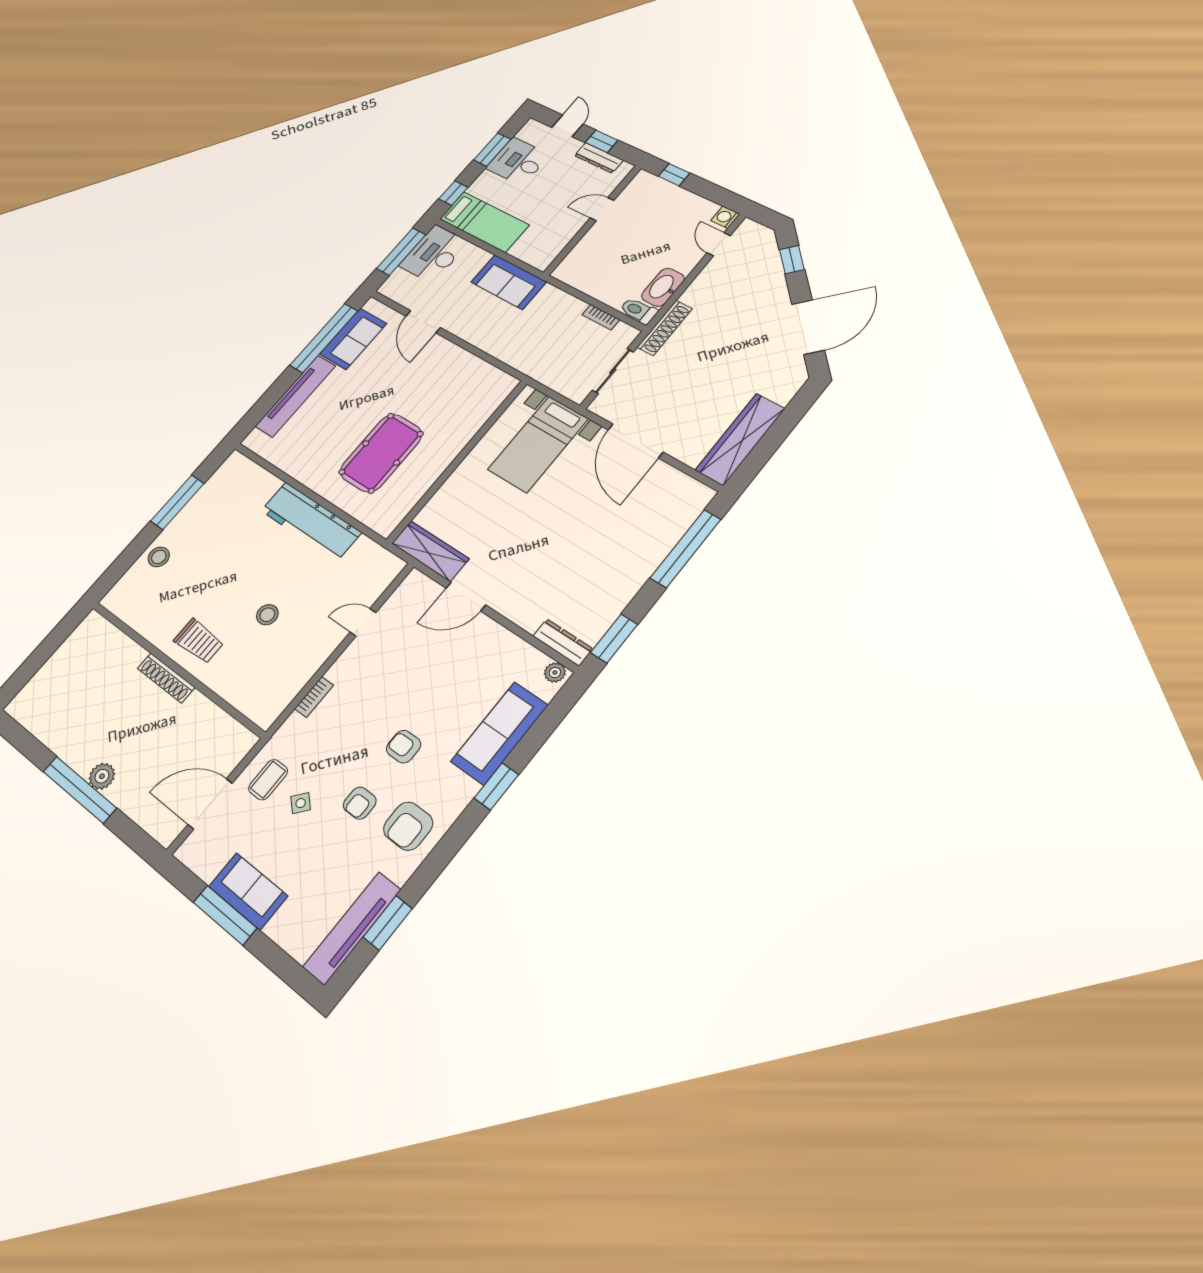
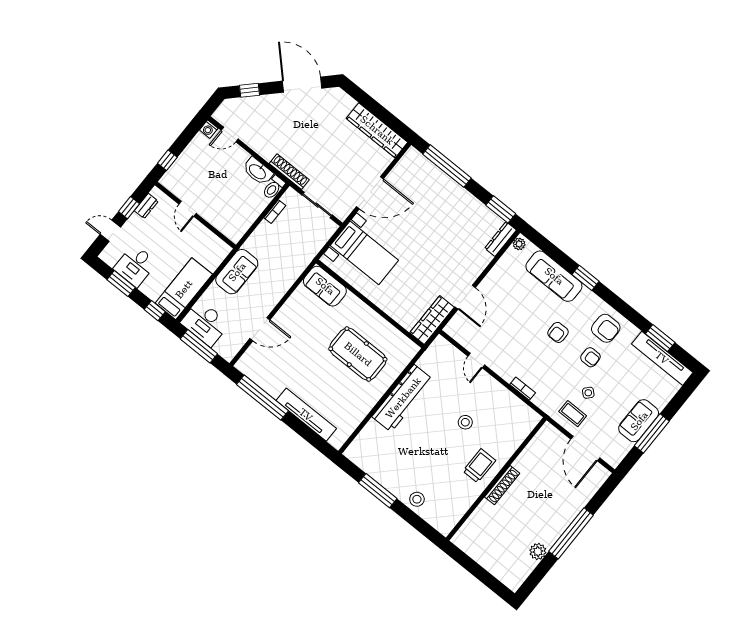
dresser: (599, 158) -> (146, 206), width x0.70
sofa: (353, 339) -> (325, 286), moved, turned 180
plant: (102, 776) -> (538, 552), moved

